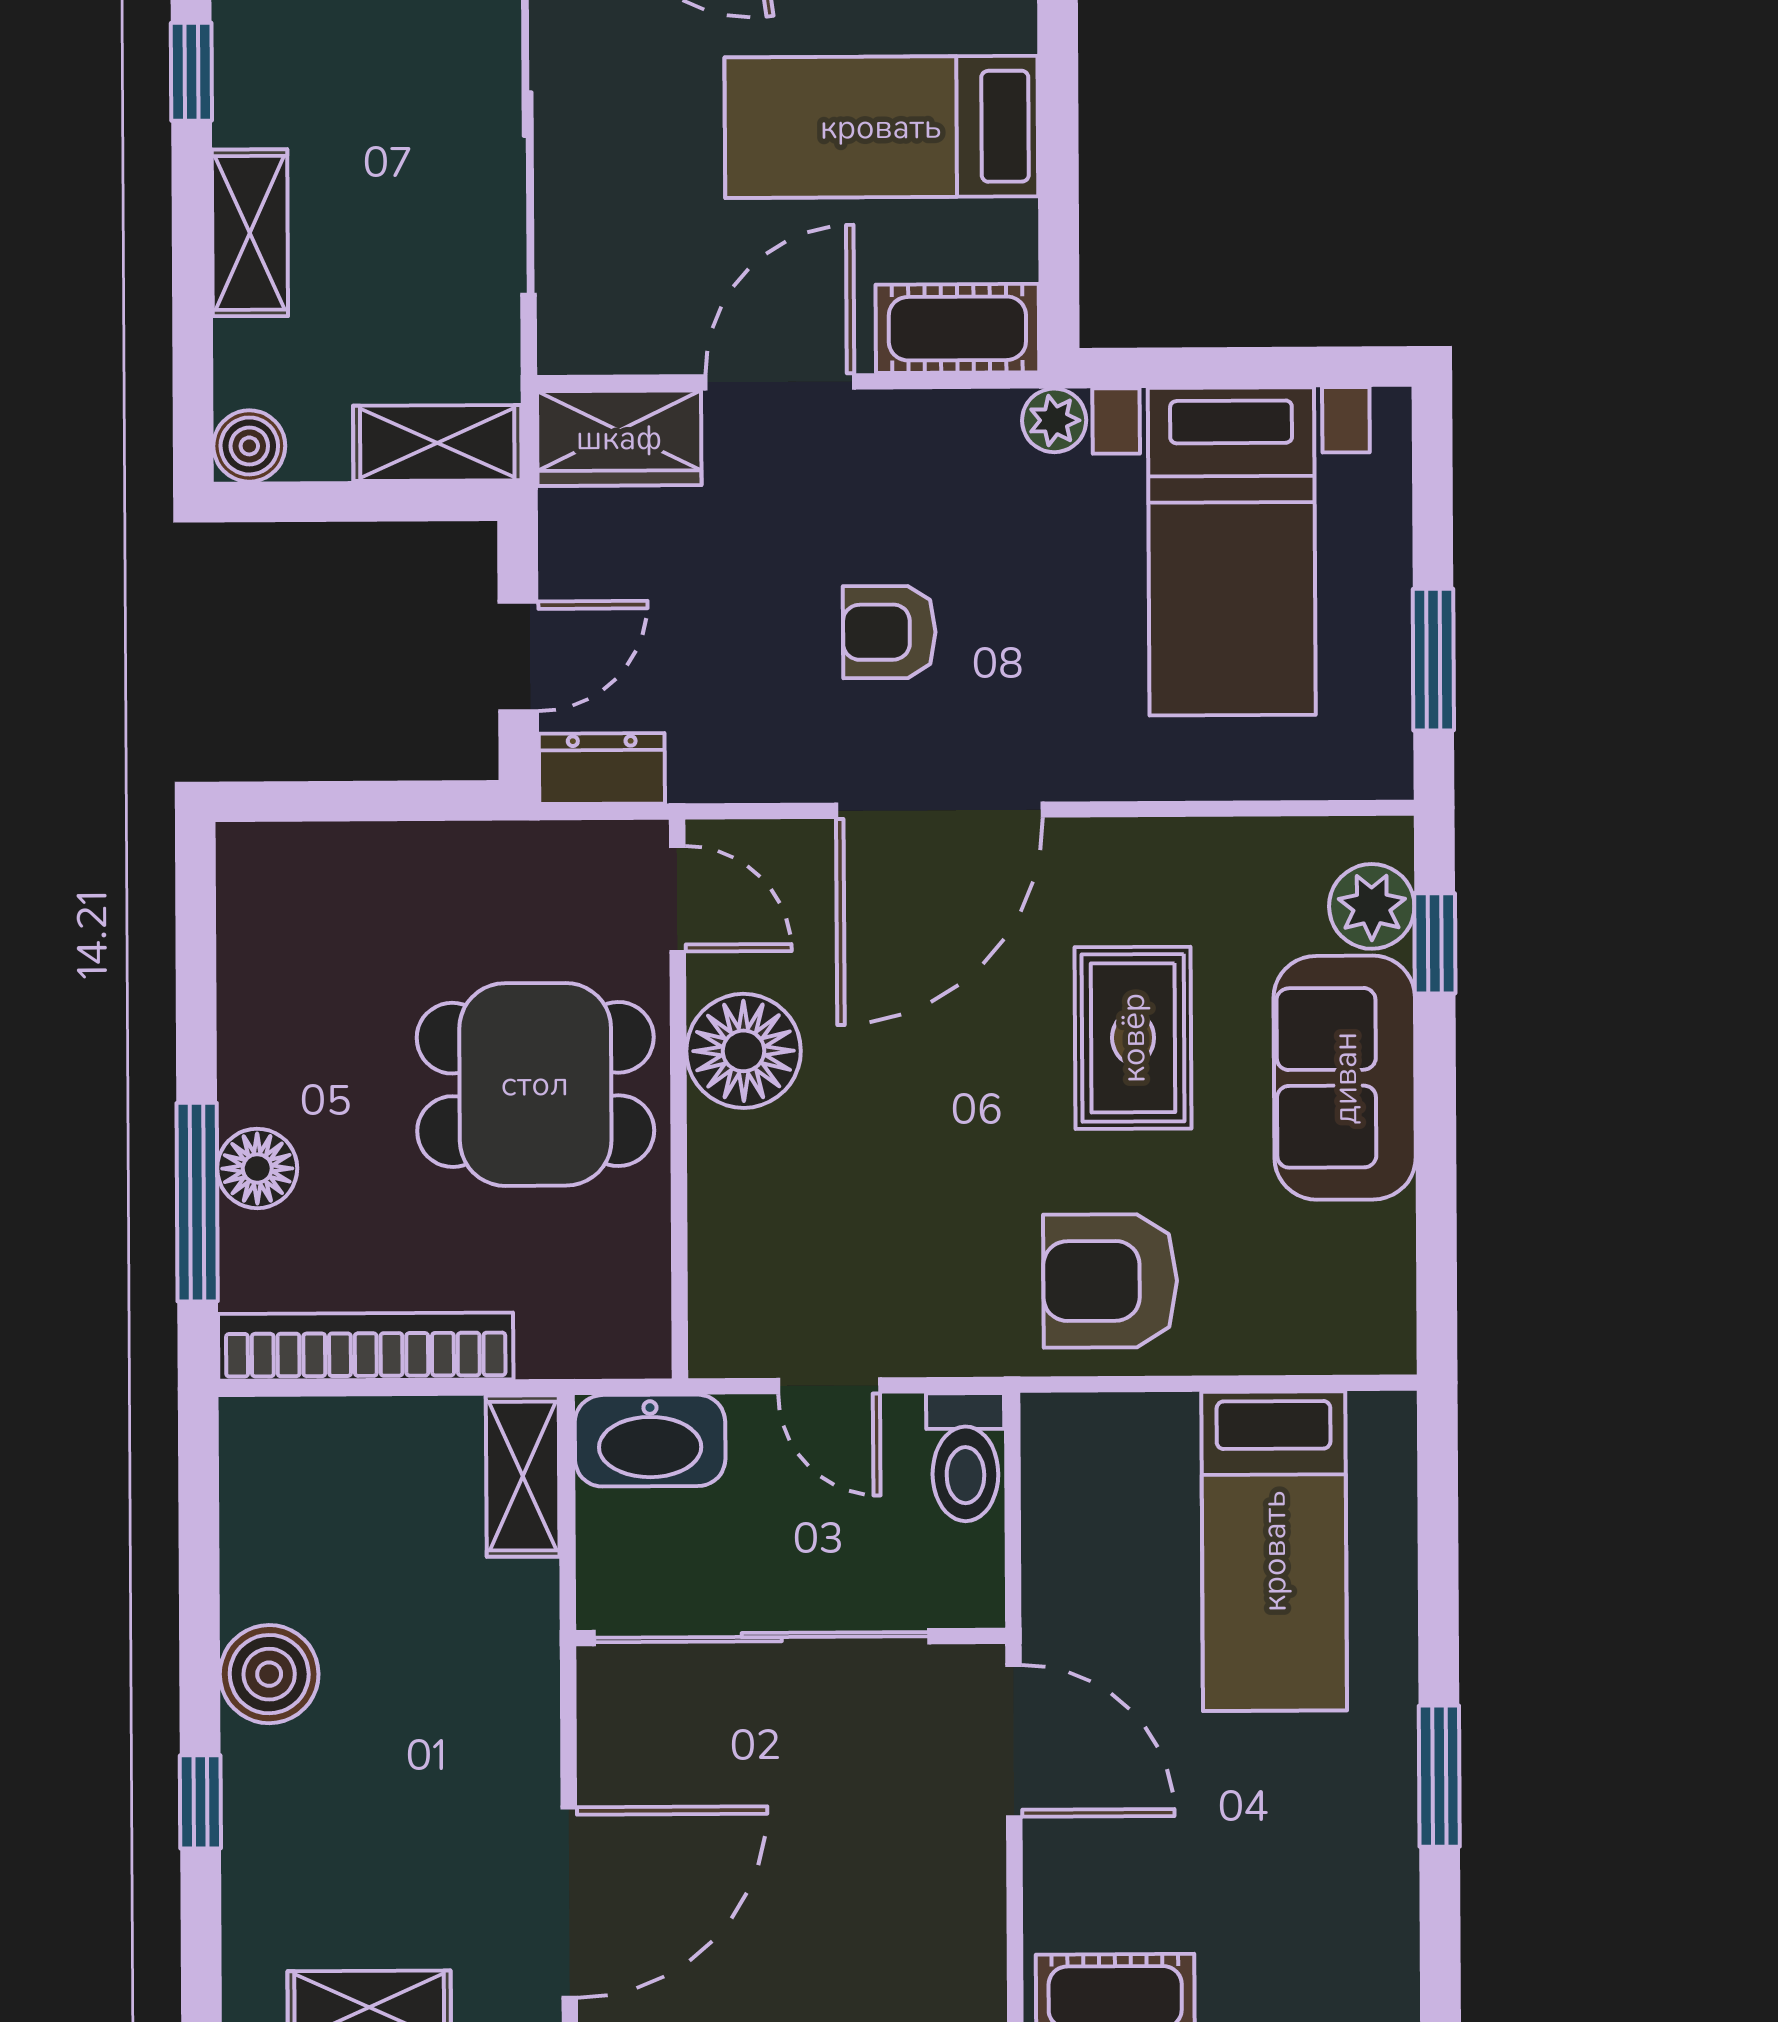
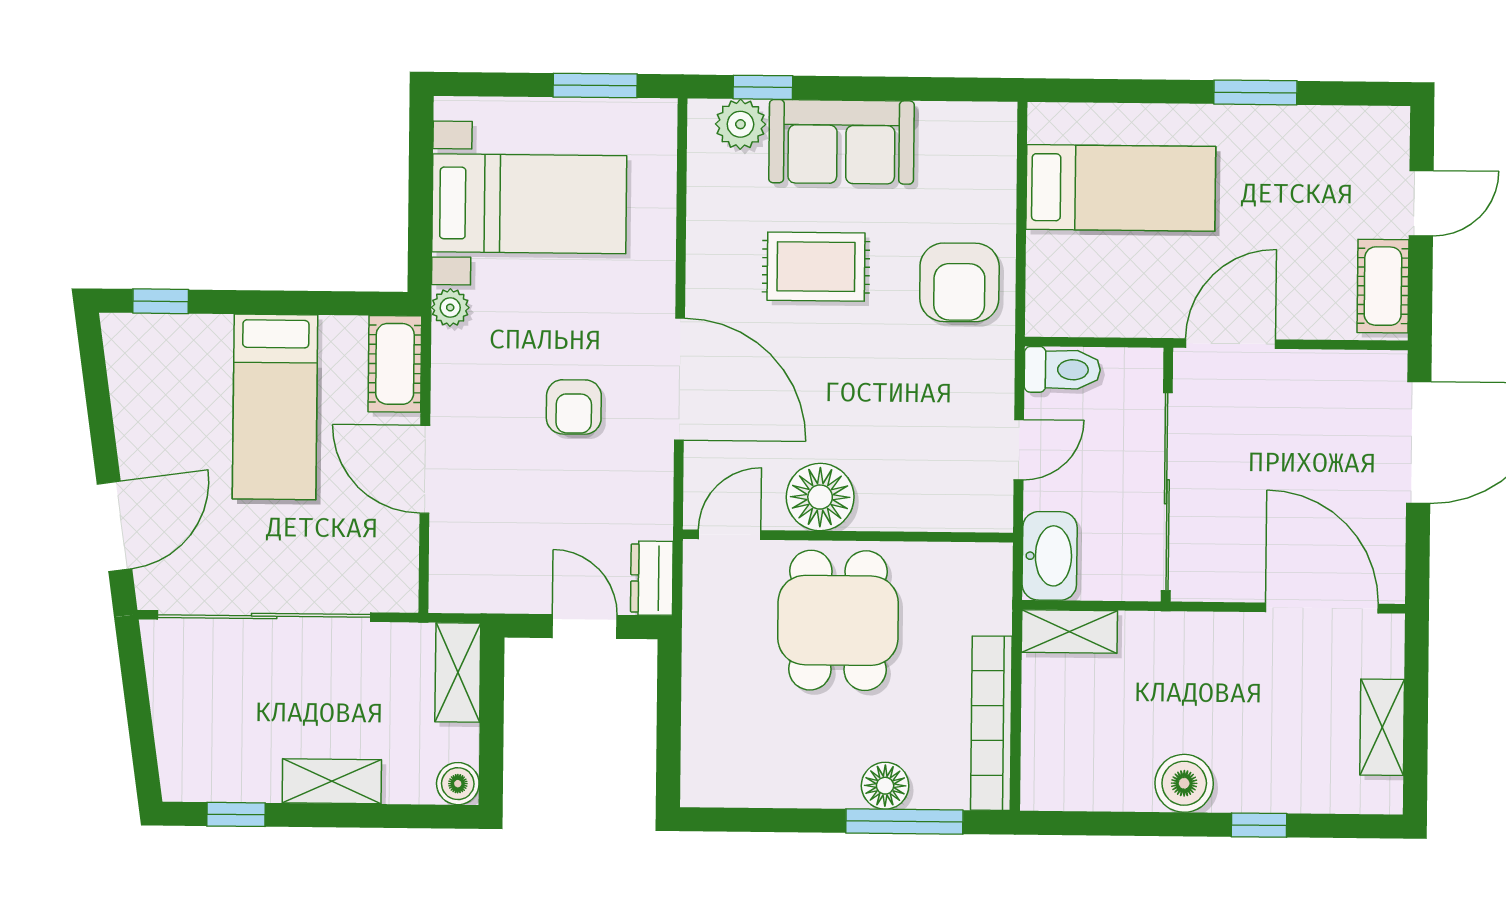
wardrobe: (619, 438) -> (457, 565), removed

